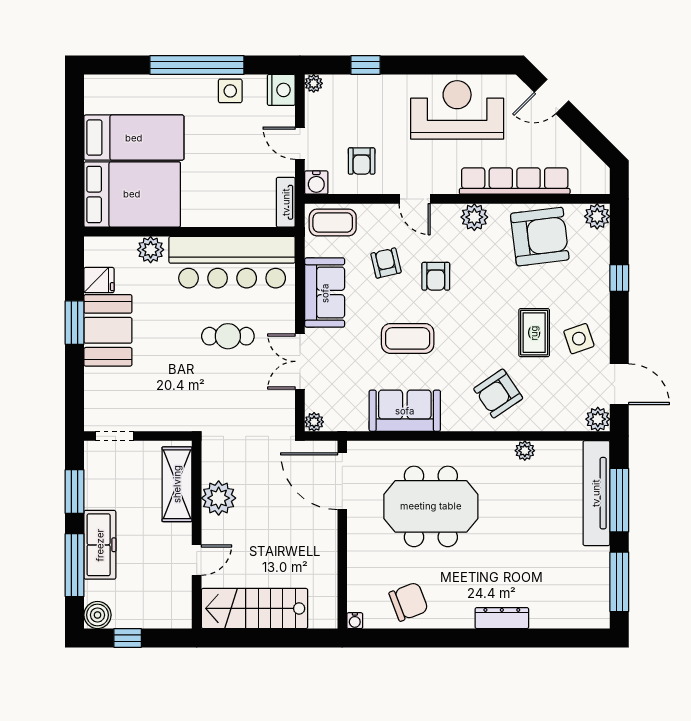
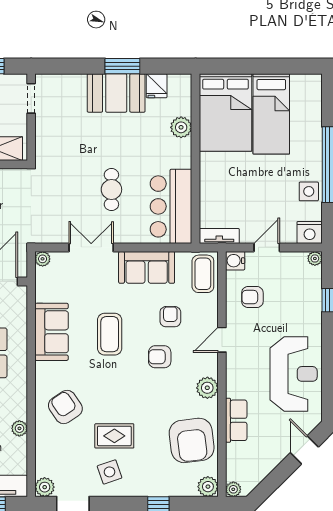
row of seats: (515, 181) -> (236, 420), width x0.50
plant: (600, 185) -> (233, 489), added
bar counter: (232, 262) -> (171, 206), width x0.73
armchair: (386, 263) -> (170, 317), turned -77

